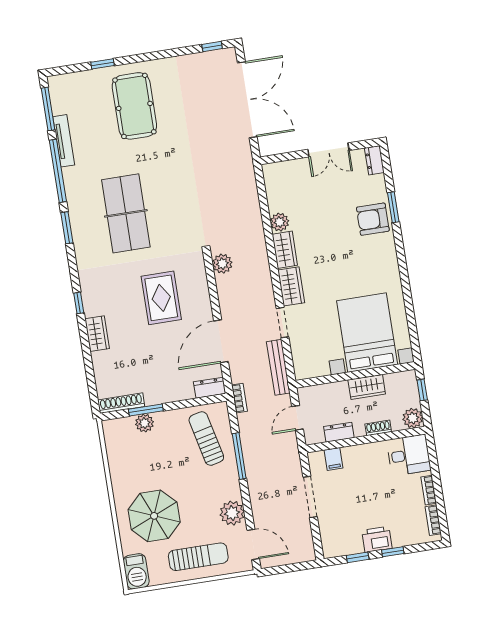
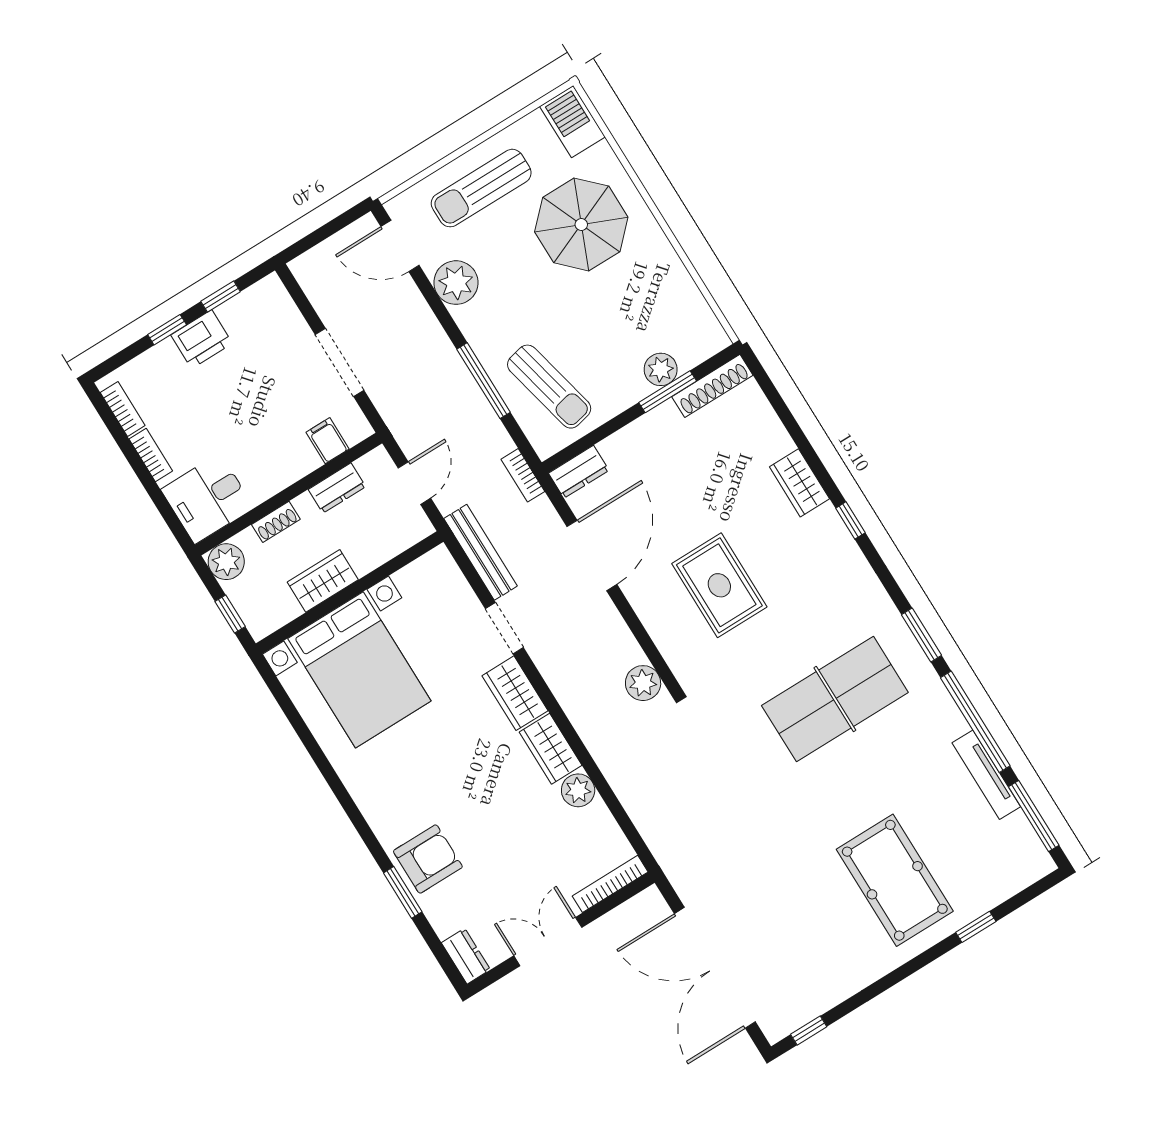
bookcase: (283, 166) -> (610, 884), added
table tennis table: (126, 213) -> (835, 699), turned 90

